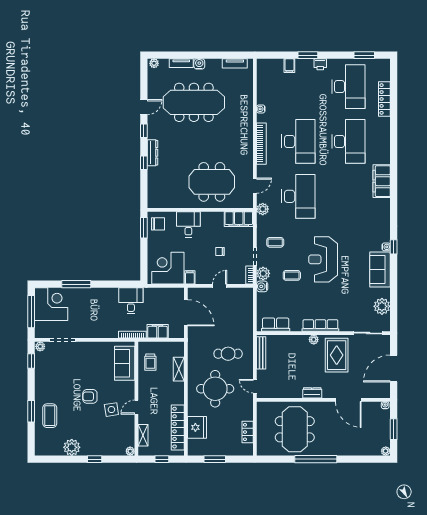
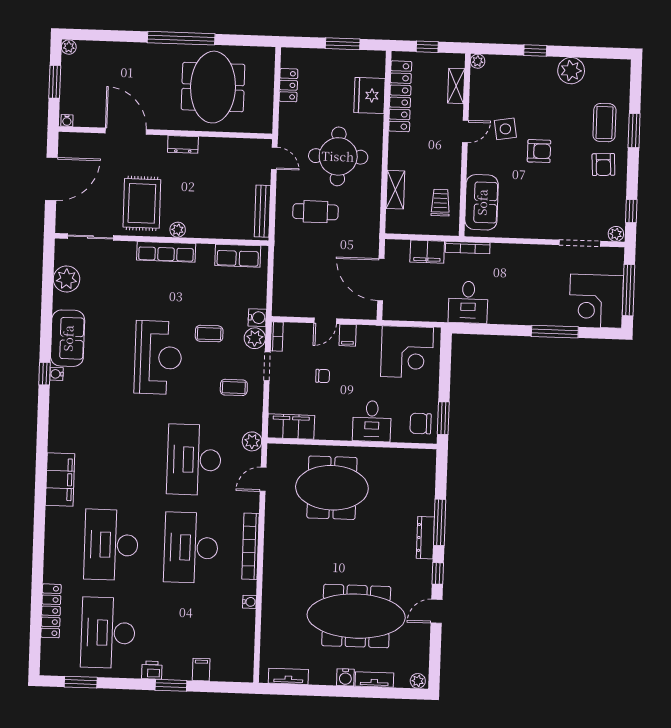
window: (144, 163) -> (440, 522), width x2.17
filing cabinet: (190, 277) -> (348, 335), moved
armchair: (49, 389) -> (603, 165), added

